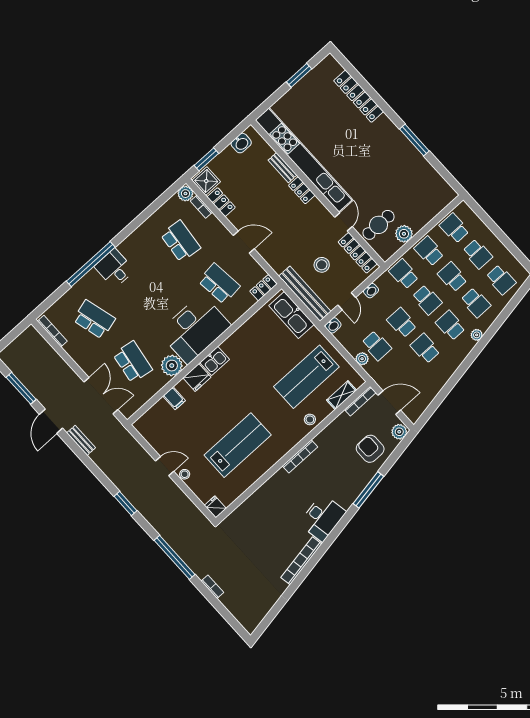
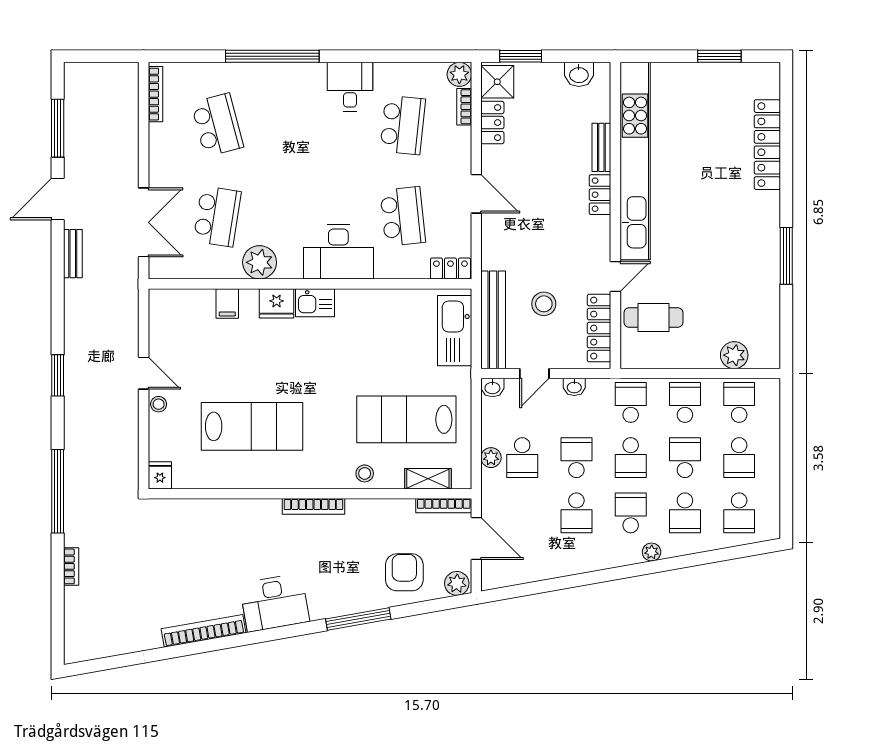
plant: (404, 234) -> (734, 355), moved
desk: (114, 268) -> (350, 87), moved
desk: (195, 329) -> (338, 252), width x0.73, depth x0.77
school desk: (425, 348) -> (576, 513), turned 180

